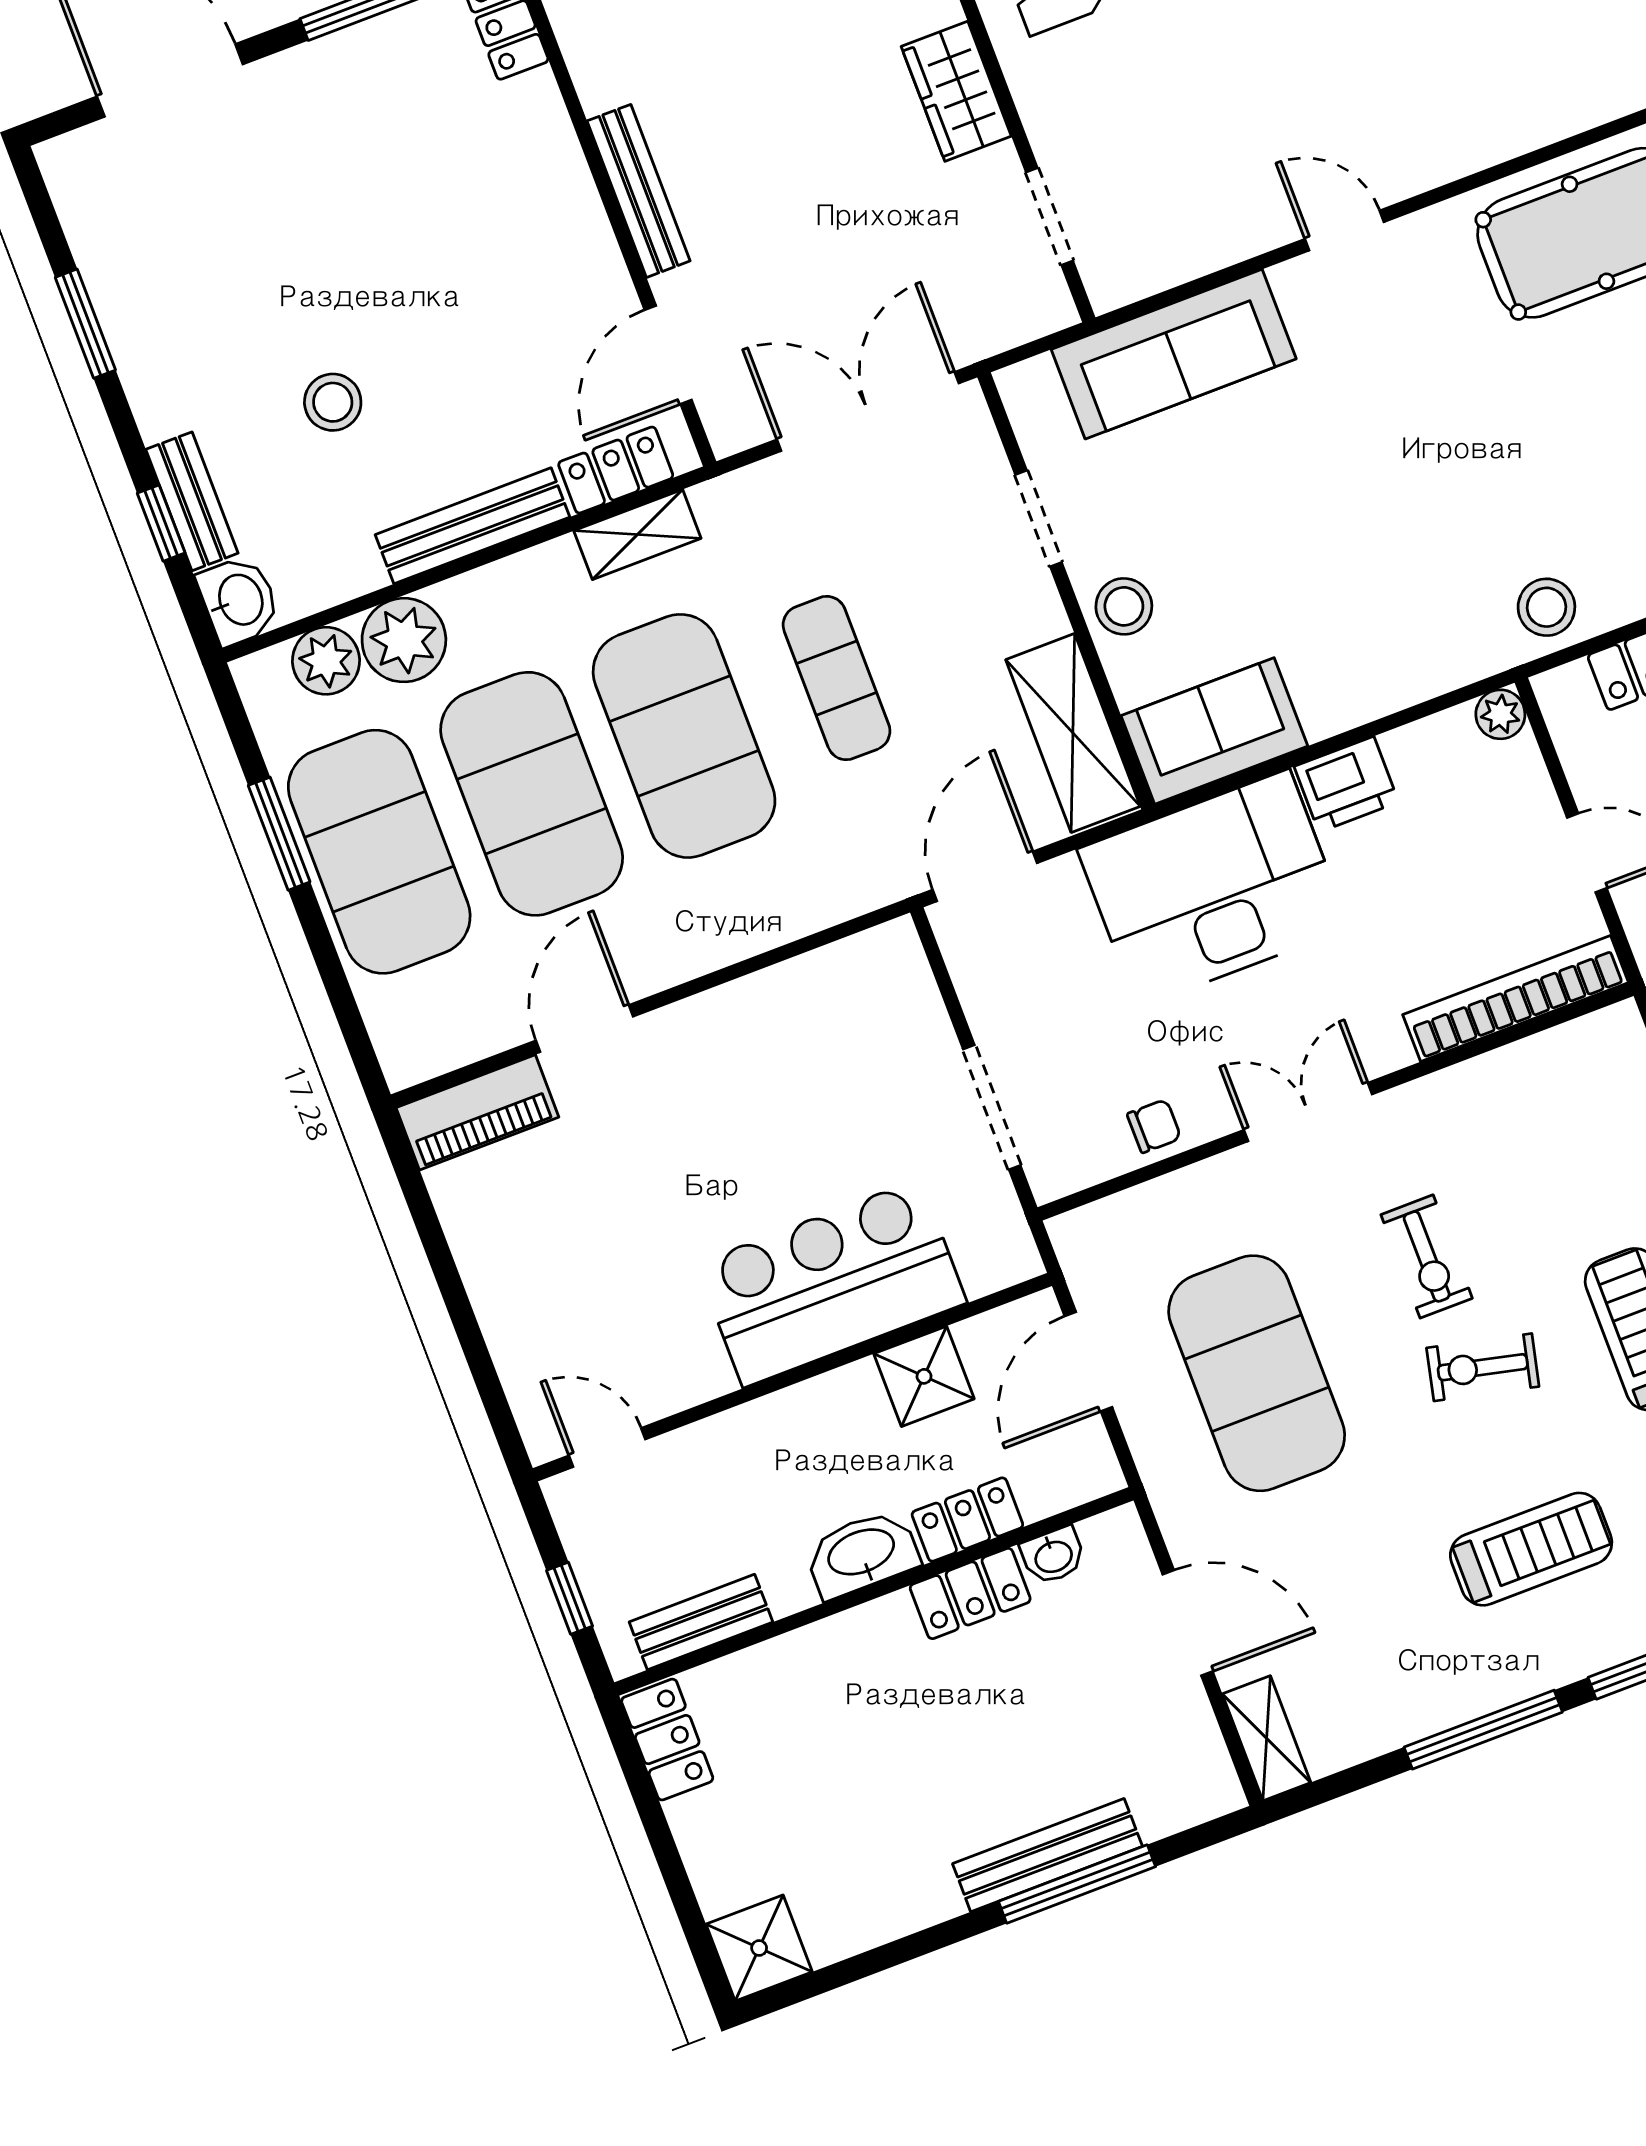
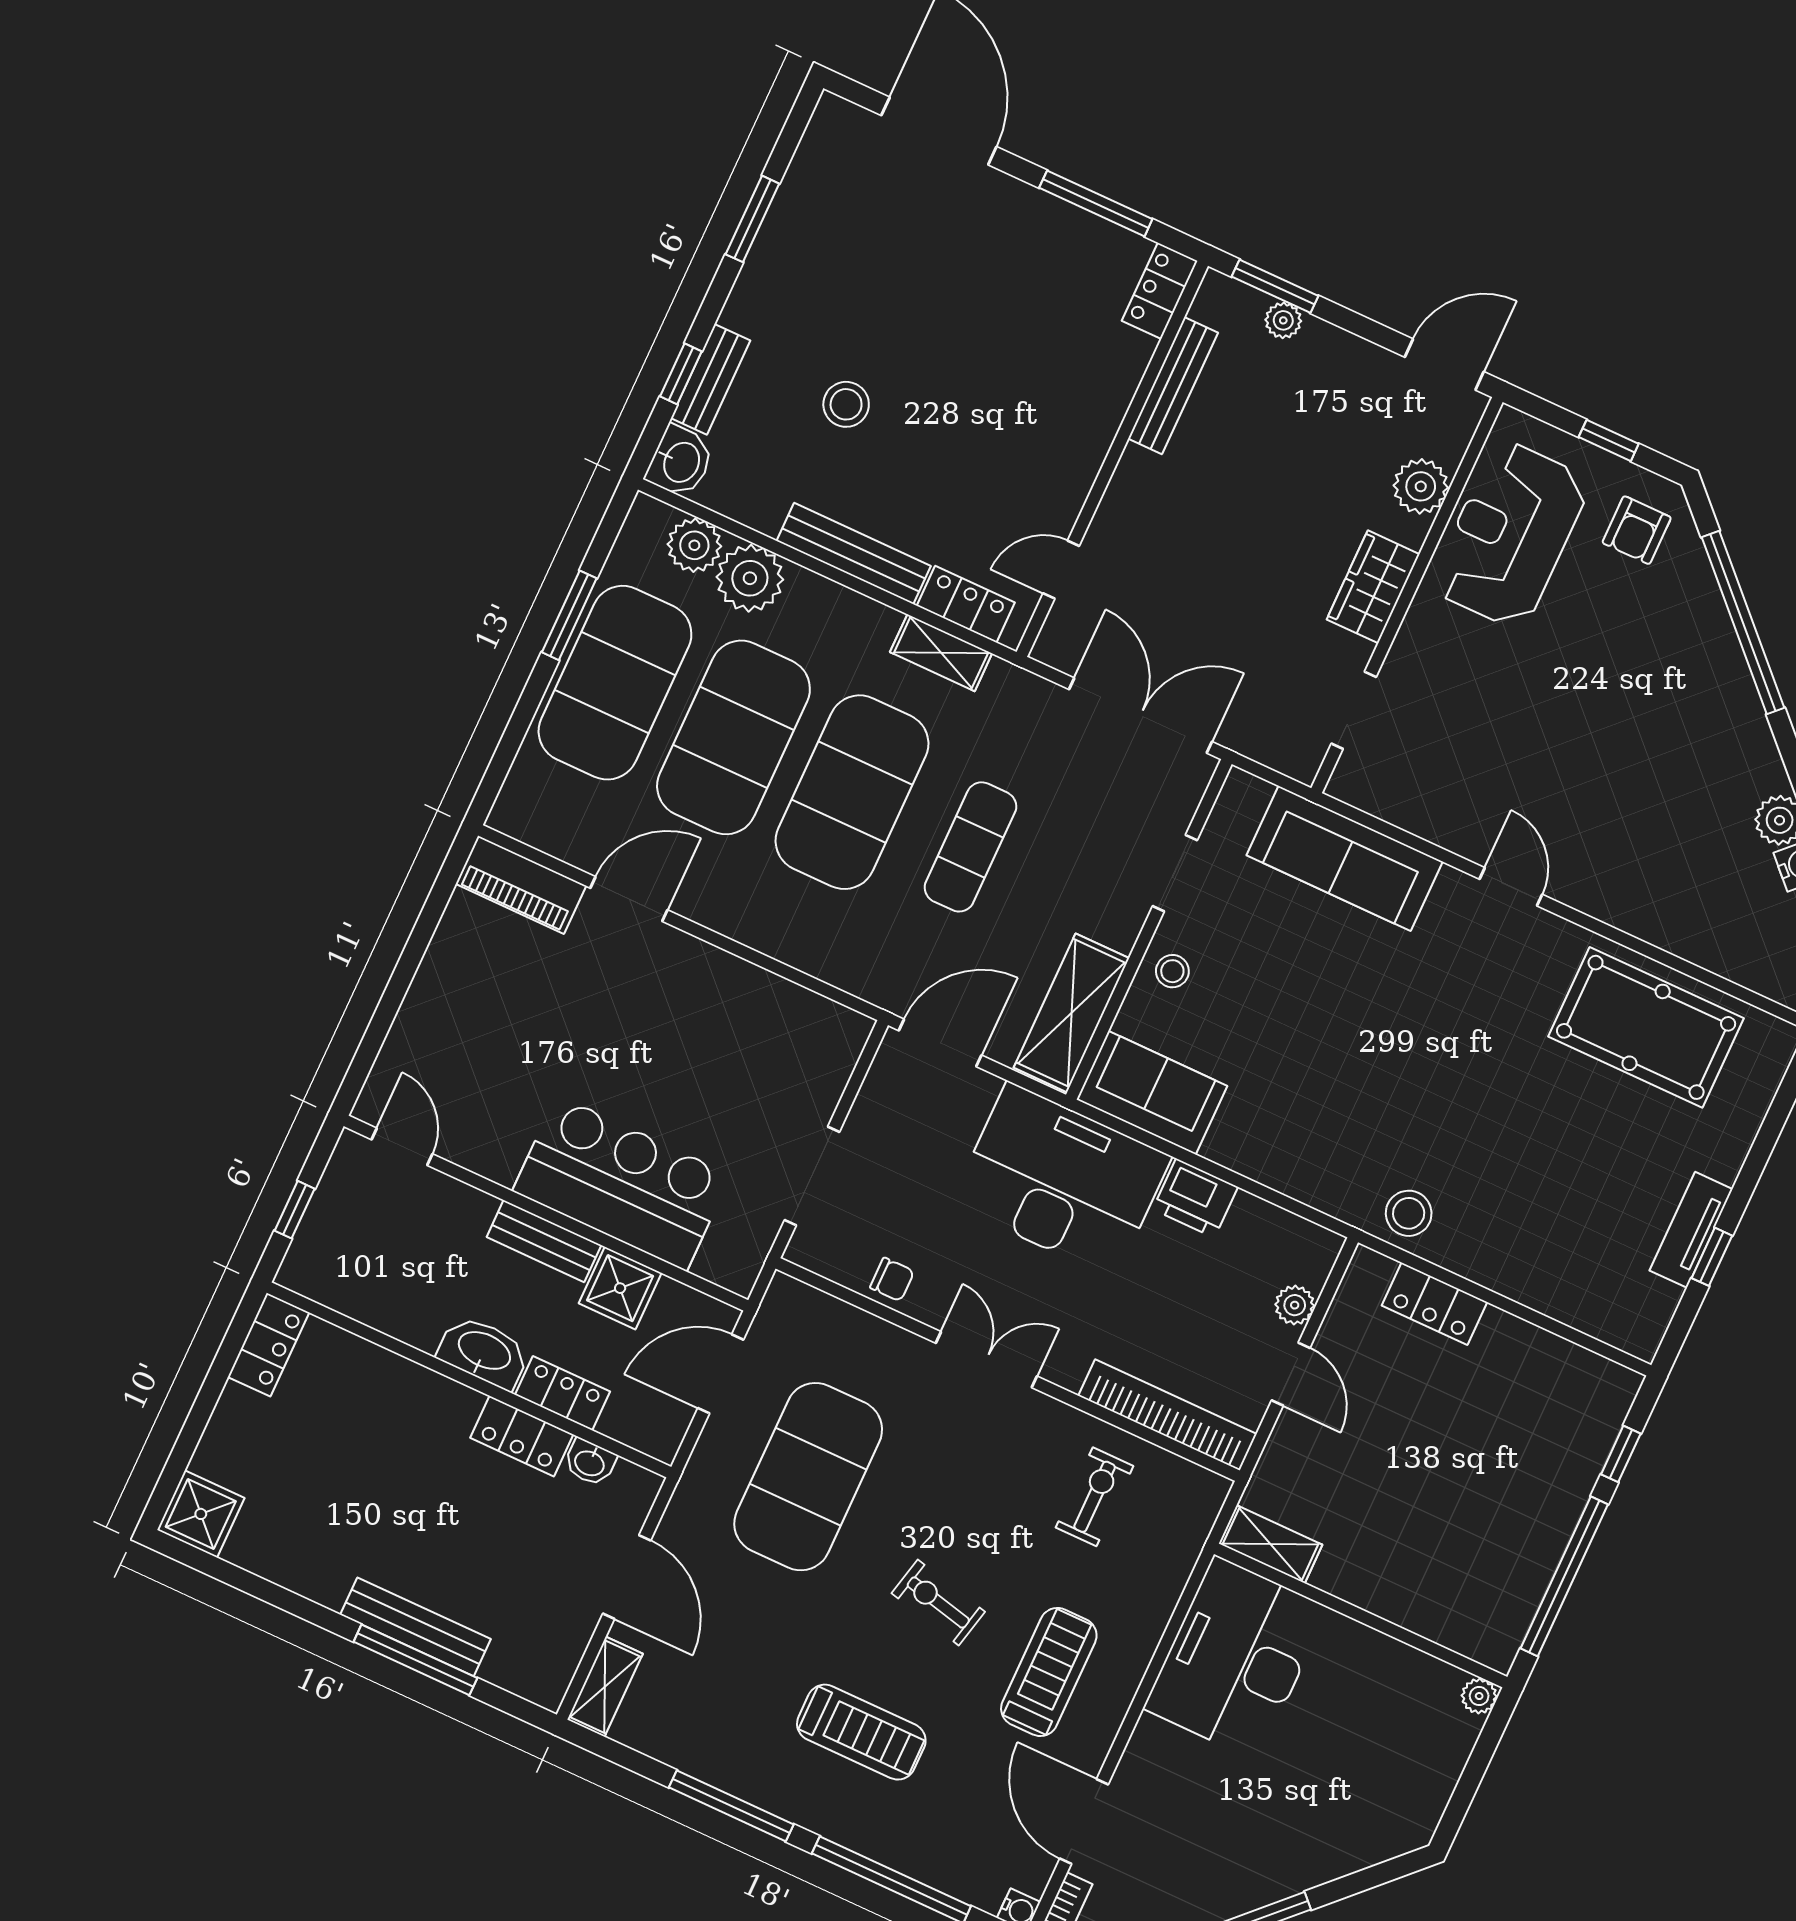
bench: (639, 191) -> (1173, 386), moved
door: (668, 355) -> (1061, 570), width x0.73
stool: (1124, 606) -> (1172, 971), width x0.73, depth x0.73
plant: (1500, 714) -> (1295, 1305), moved
exercise bike: (1427, 1256) -> (1095, 1497), moved, turned 180
bench: (701, 1622) -> (544, 1241), moved

